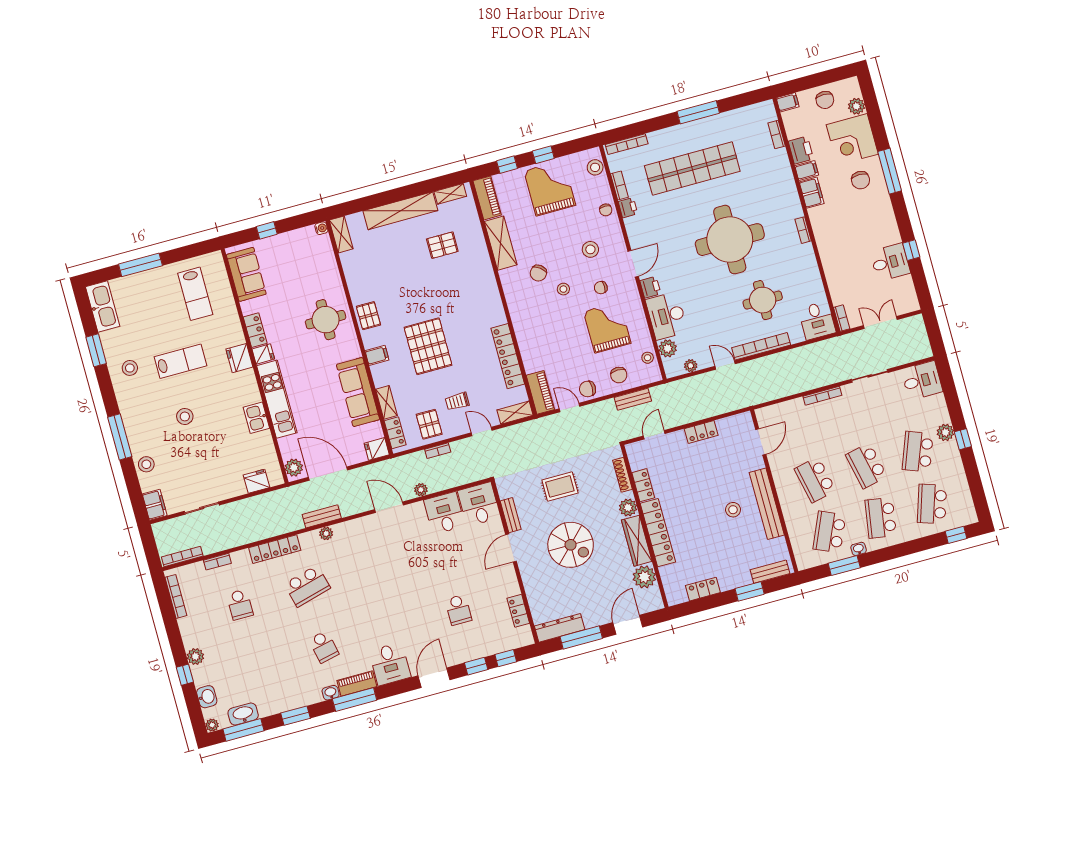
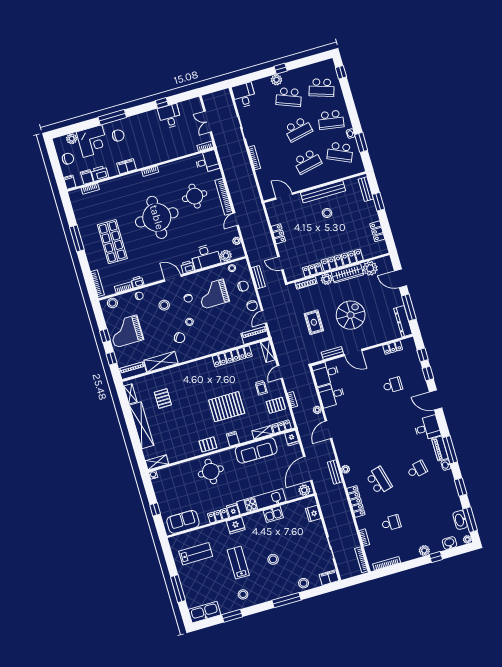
shop shelf: (692, 168) -> (112, 242), width x0.71
filing cabinet: (807, 170) -> (87, 177), moved

